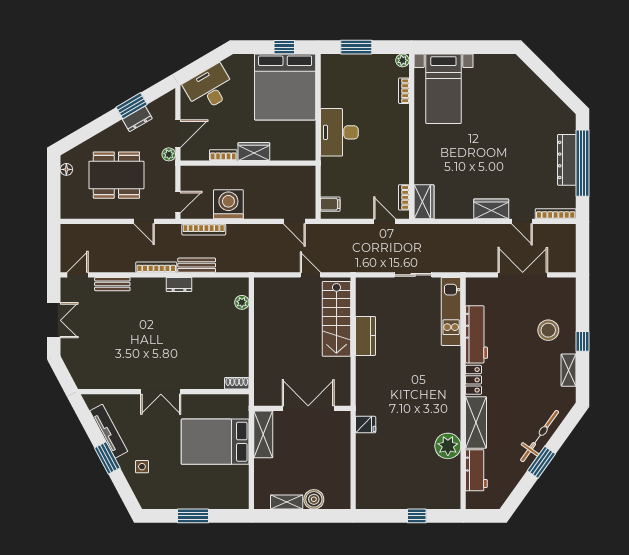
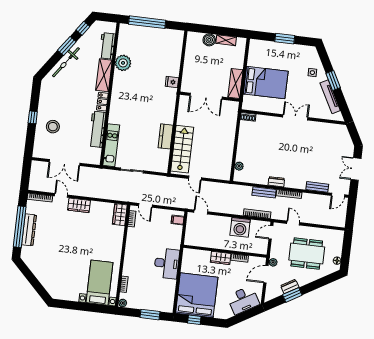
shelving: (569, 370) -> (43, 101), removed
window: (519, 494) -> (83, 28), added
window: (417, 516) -> (147, 22), width x3.17

